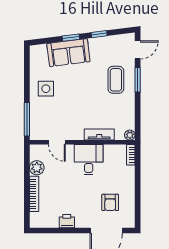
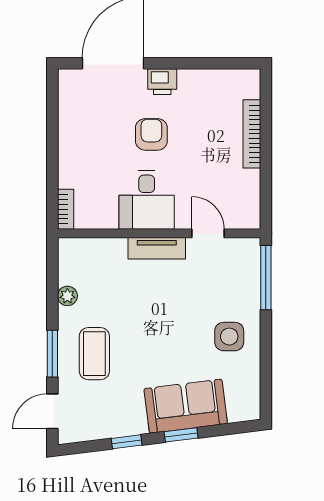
tv unit: (99, 135) -> (157, 248), moved
plant: (130, 135) -> (67, 296), moved
plant: (37, 168) -> (247, 184), removed
armchair: (110, 202) -> (151, 134), moved
printer: (67, 221) -> (162, 82), moved

